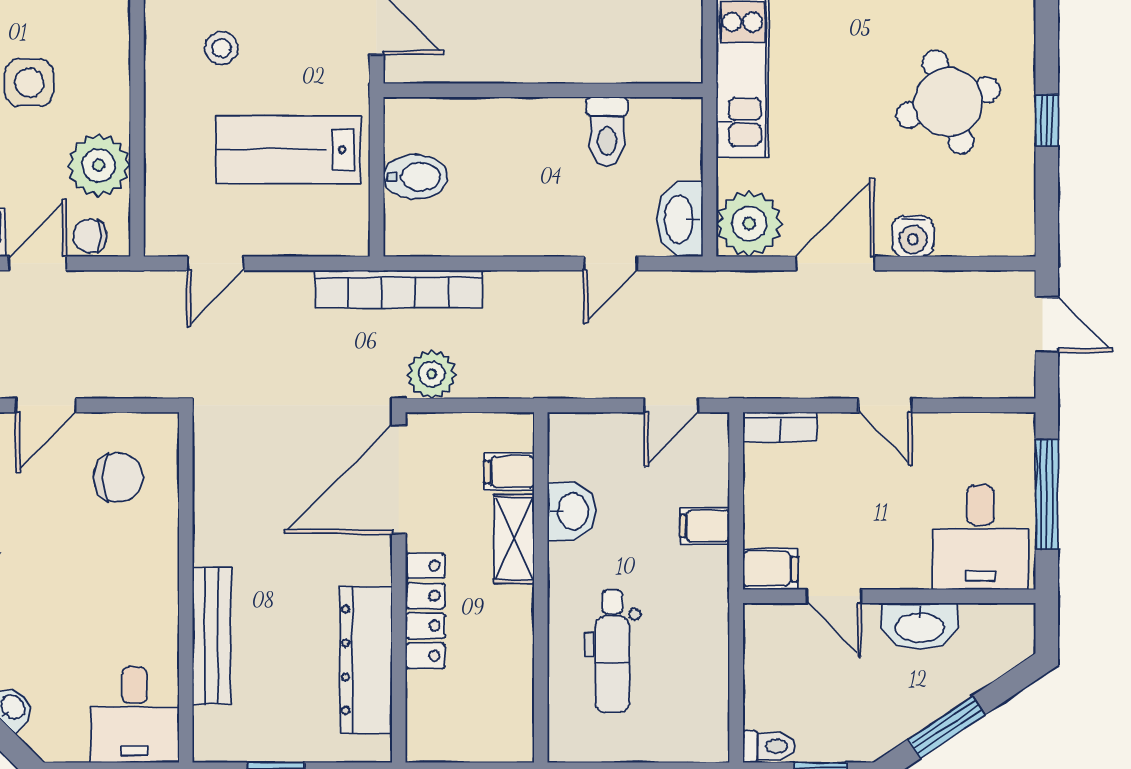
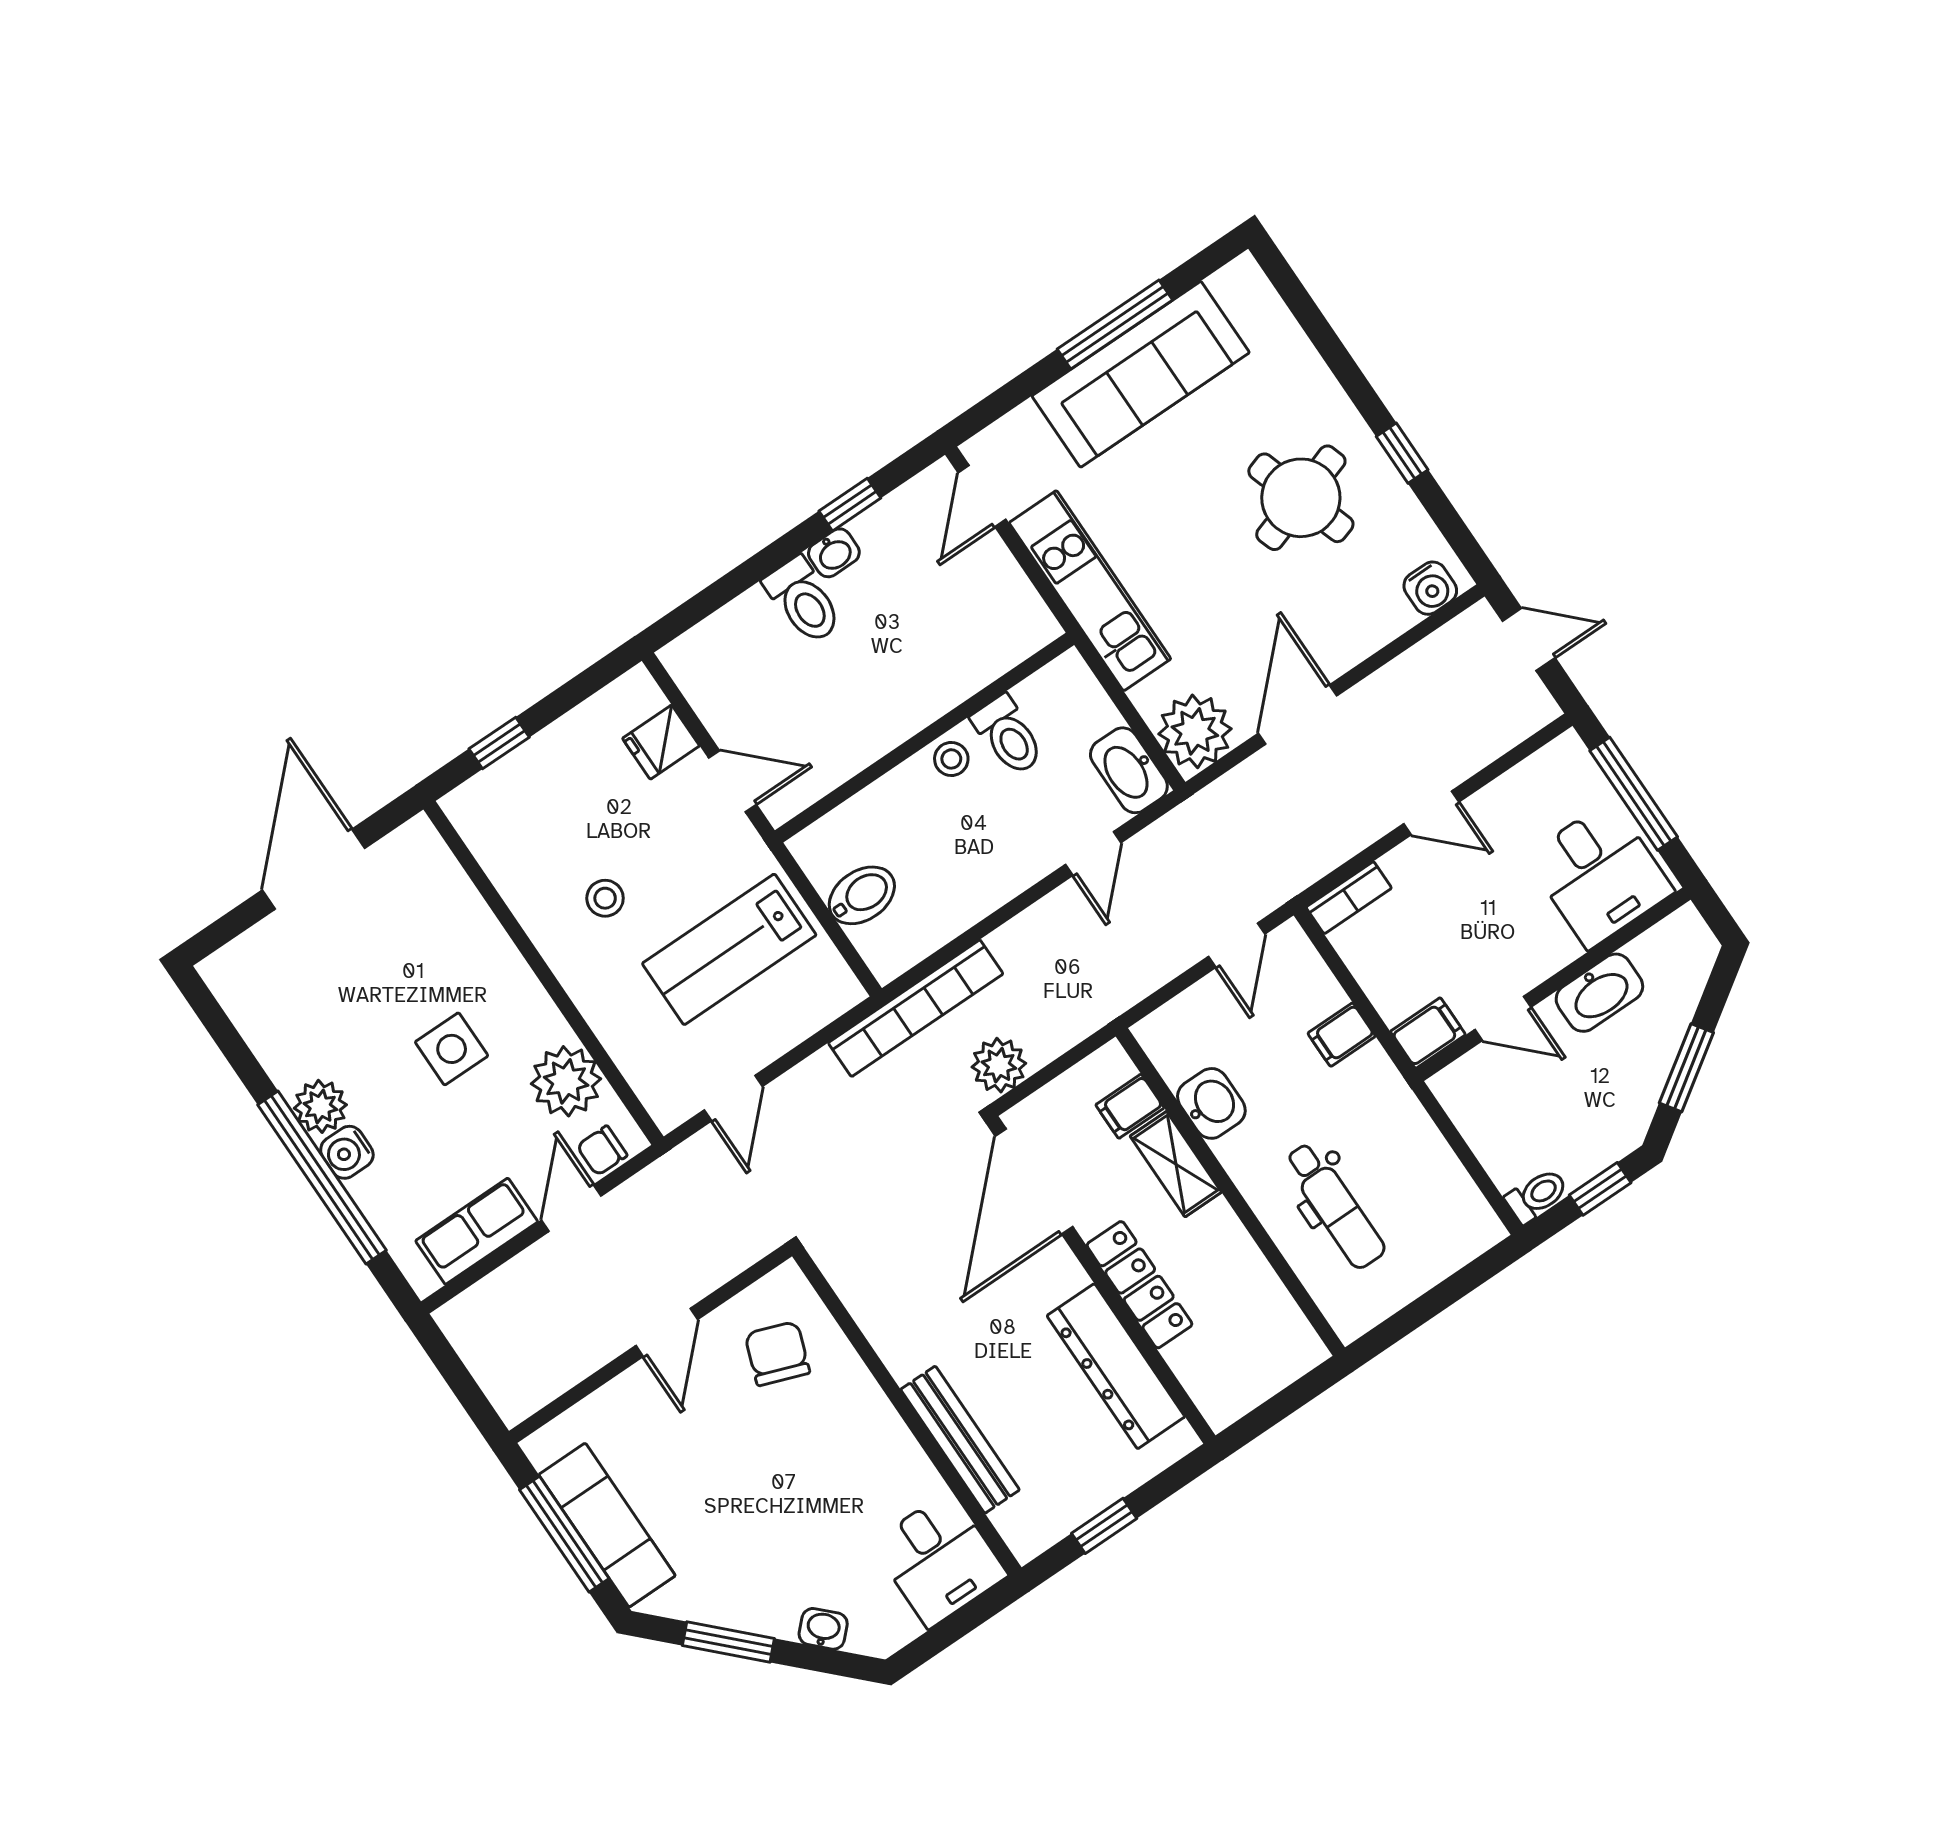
stool: (552, 120) -> (951, 759), added
water cooler: (913, 236) -> (1430, 588), moved
chair: (118, 478) -> (777, 1354), turned -70

